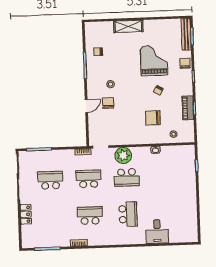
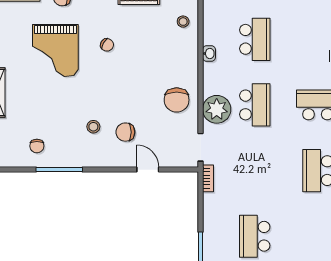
grand piano: (154, 61) -> (55, 50), turned -90
door: (86, 106) -> (148, 170), moved
chair: (153, 118) -> (177, 100), moved
school desk: (88, 179) -> (255, 39), moved, turned 180

